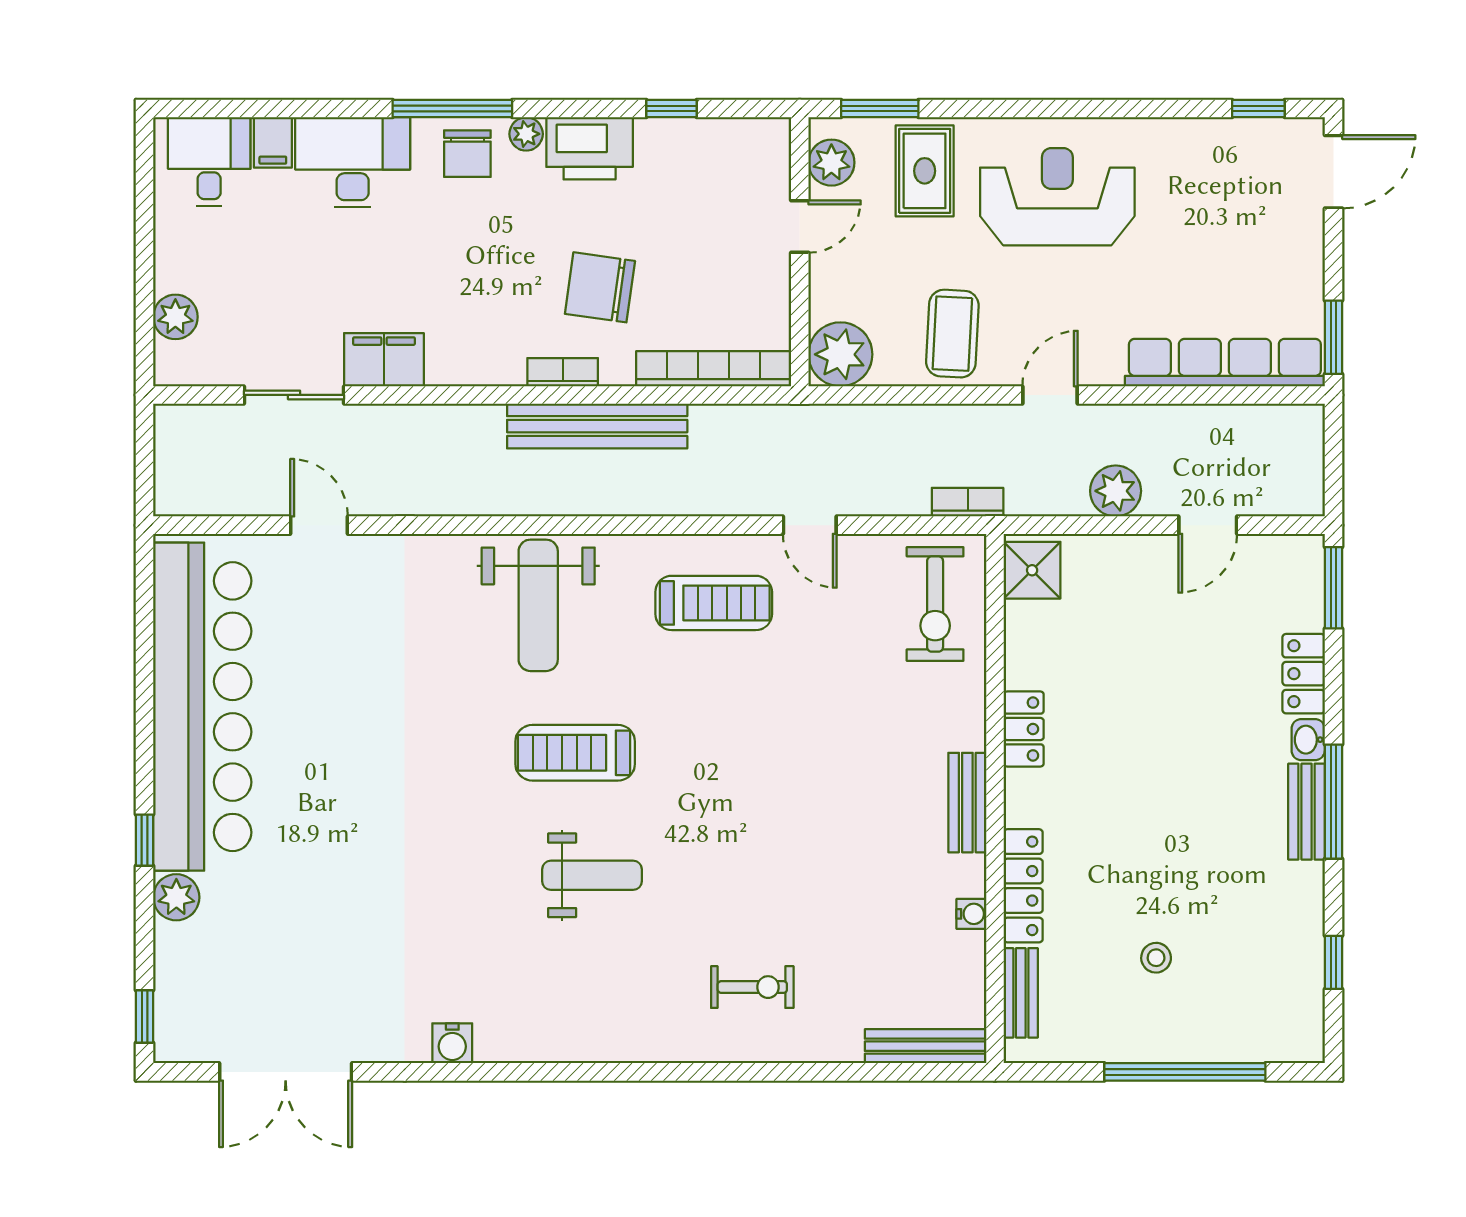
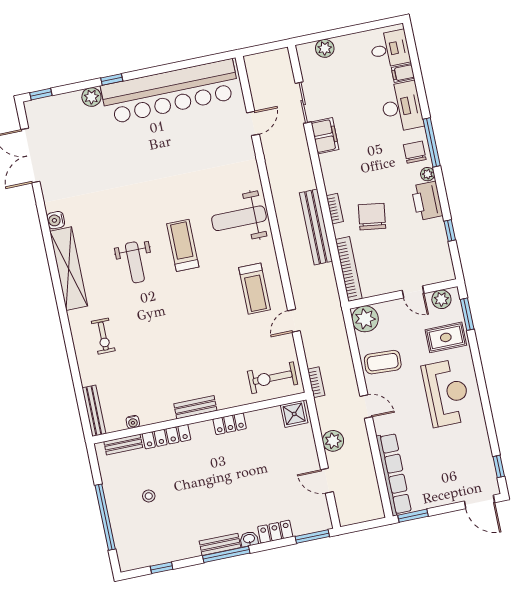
chair: (467, 154) -> (415, 152), turned 90
water cooler: (971, 914) -> (133, 422), moved
shelving: (574, 1036) -> (69, 269), added

